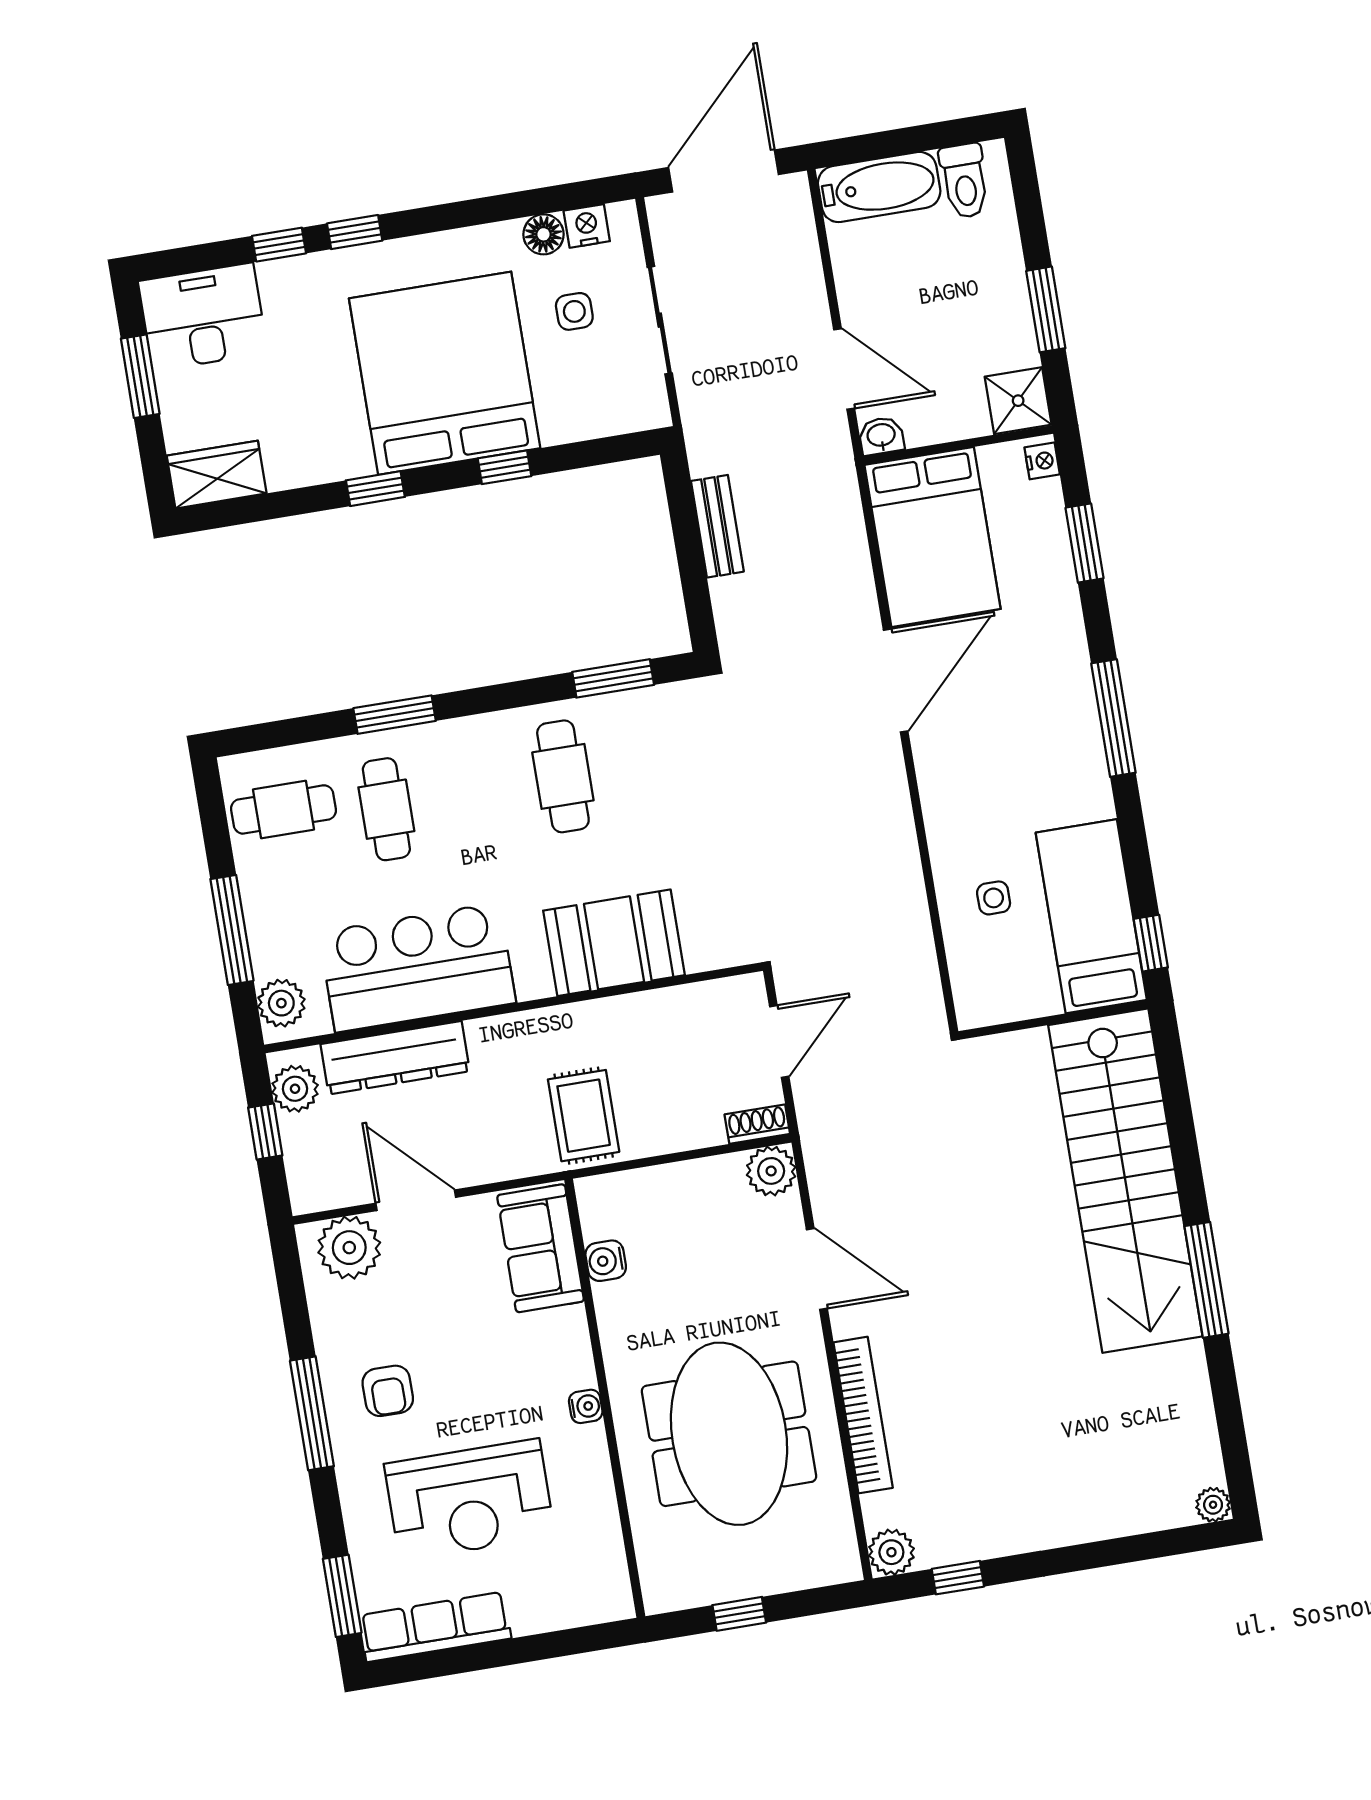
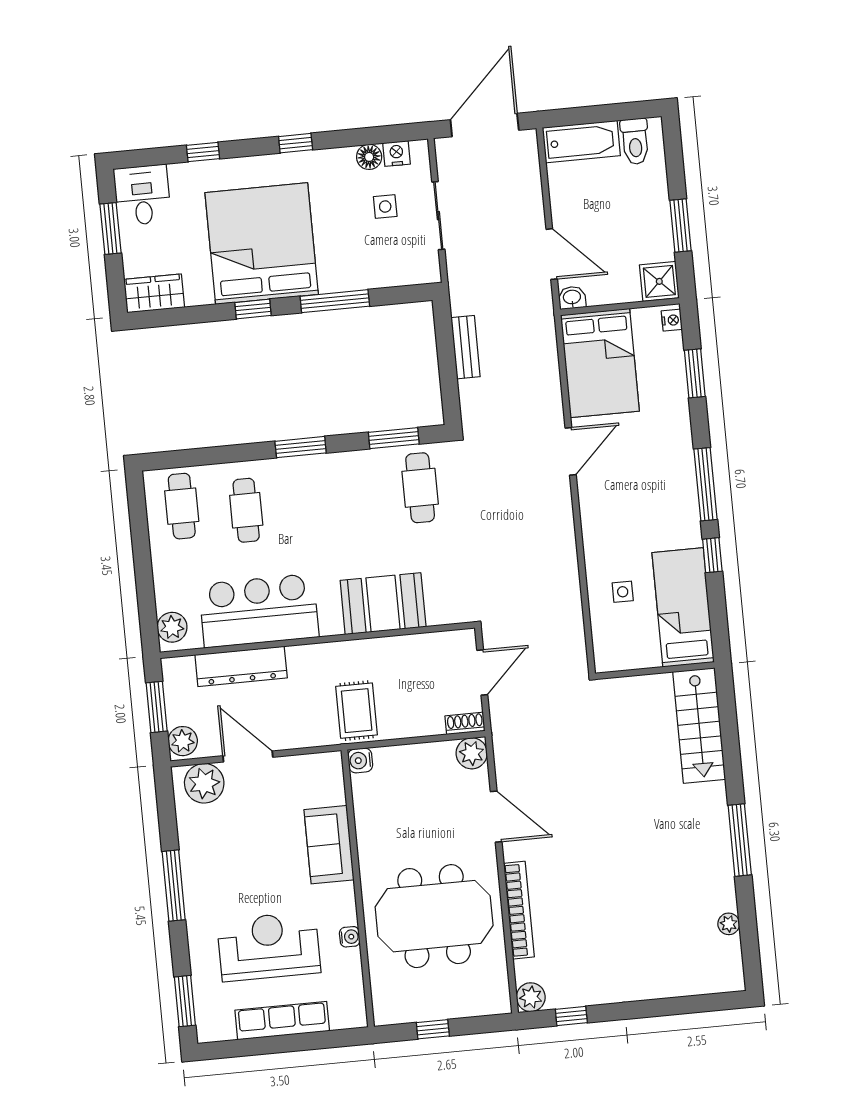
window: (355, 232) -> (296, 143), moved
desk: (203, 317) -> (142, 195), width x0.73
bed: (445, 373) -> (262, 244), moved
window: (505, 467) -> (335, 301), width x2.17
door: (896, 681) -> (571, 451), width x0.73
window: (395, 715) -> (301, 447), moved
cafe table: (563, 776) -> (420, 488), moved
cafe table: (284, 809) -> (182, 506), turned 90
window: (232, 930) -> (144, 579), removed
window: (1151, 943) -> (712, 555), moved
plant: (295, 1089) -> (183, 741), moved
window: (265, 1132) -> (157, 707), width x1.50
stairs: (1125, 1181) -> (699, 726), width x0.54, depth x0.66
sofa: (541, 1248) -> (329, 845), moved
water cooler: (606, 1261) -> (360, 760), moved
armchair: (388, 1391) -> (222, 875), removed
water cooler: (586, 1406) -> (350, 937), moved
meeting table: (729, 1434) -> (434, 916), turned 90
reception desk: (470, 1500) -> (269, 946), turned 180
plant: (1213, 1505) -> (729, 924), moved
row of seats: (435, 1627) -> (282, 1021), moved

